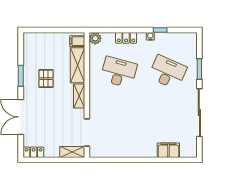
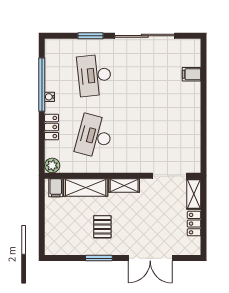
window: (160, 30) -> (42, 85), width x3.17
desk: (168, 72) -> (94, 75), turned -30
pallet: (46, 79) -> (102, 227), turned 90
filing cabinet: (168, 150) -> (192, 74), width x0.50
locker: (34, 152) -> (194, 224), moved

